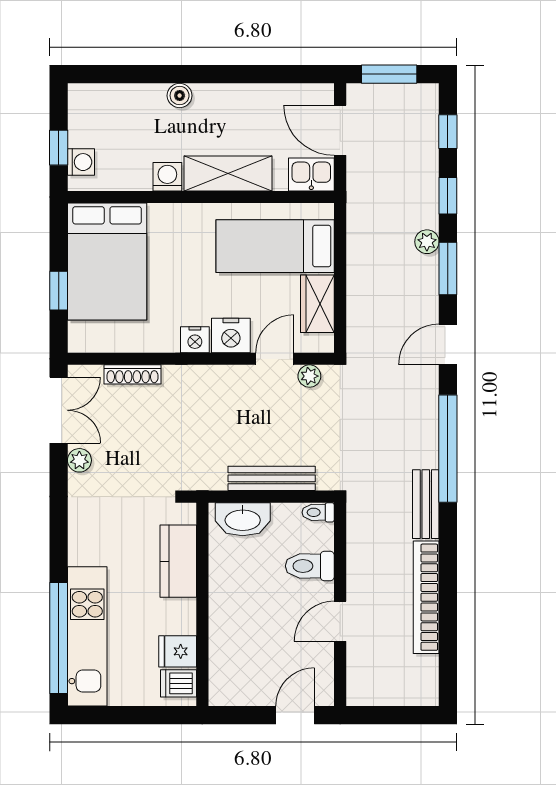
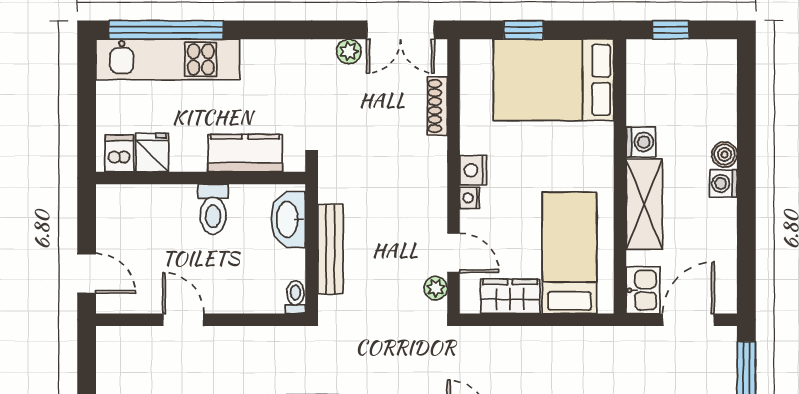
washing machine: (81, 162) -> (723, 183), moved, turned 90
nightstand: (231, 335) -> (470, 198), width x0.53, depth x0.56
toilet: (310, 566) -> (213, 209), moved, turned 180

